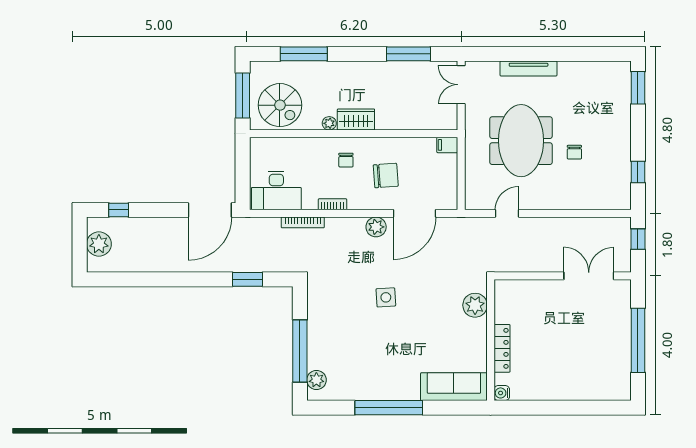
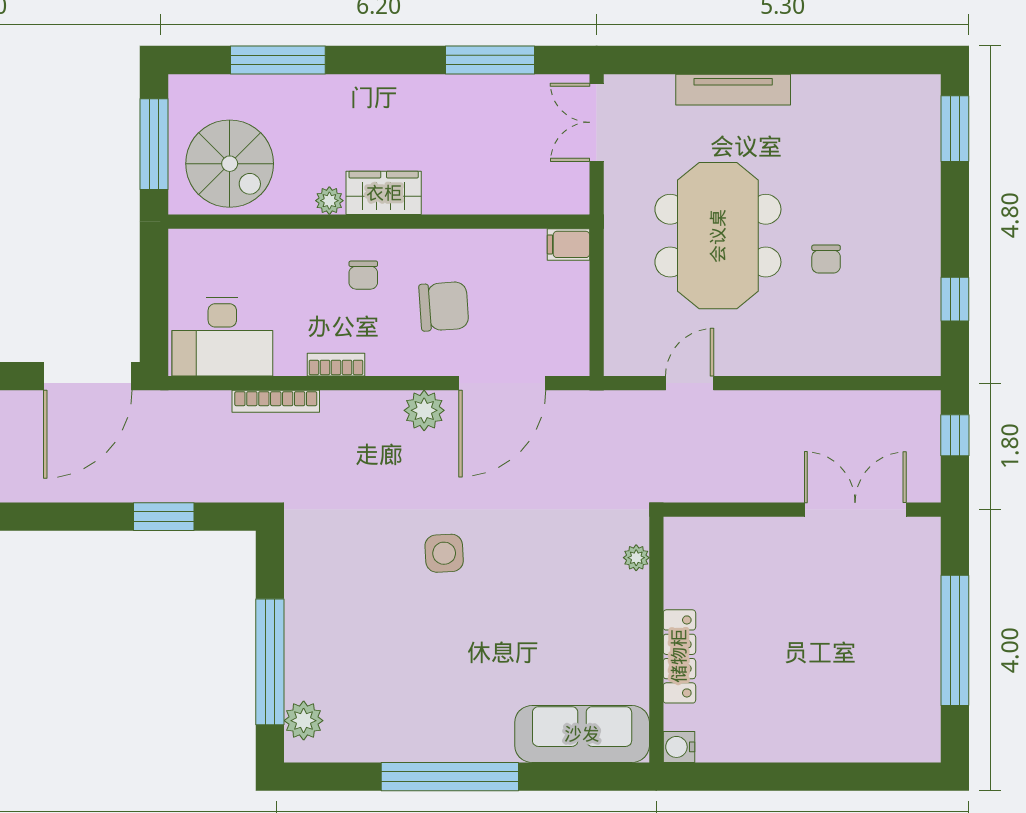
plant: (475, 305) -> (636, 558), width x0.53, depth x0.53

